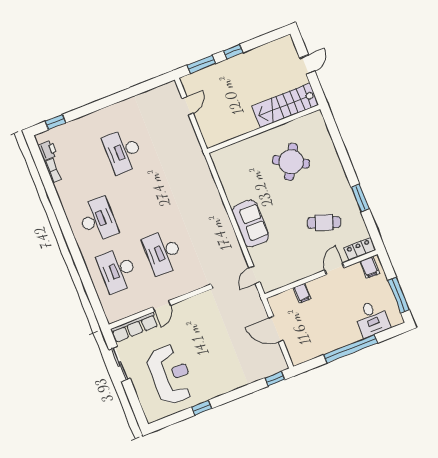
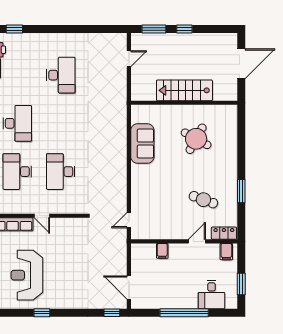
door: (307, 65) -> (241, 64), width x1.87
stairs: (285, 105) -> (184, 90), moved
desk: (123, 151) -> (61, 75), turned 180
sofa: (250, 224) -> (142, 144), moved
window: (399, 295) -> (241, 284), width x0.69
door: (162, 306) -> (42, 216), hinge flipped
door: (276, 329) -> (129, 287), moved
reception desk: (170, 375) -> (27, 275), turned 180

